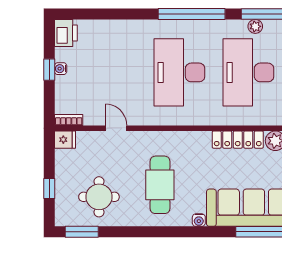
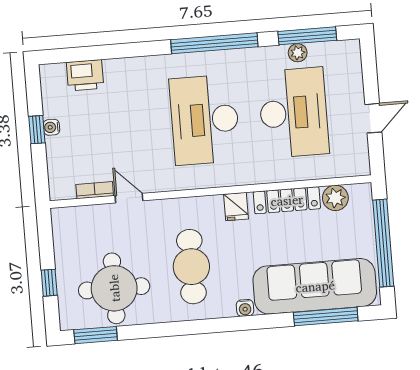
printer: (66, 33) -> (85, 75), moved, turned 90
desk: (248, 72) -> (294, 113), turned 180
bookcase: (69, 120) -> (95, 190), moved
fridge: (65, 140) -> (236, 207), moved, turned 90
round table: (99, 197) -> (114, 288), width x1.36, depth x1.36

